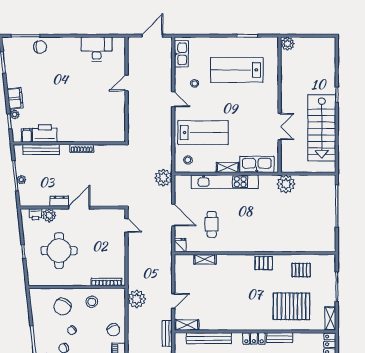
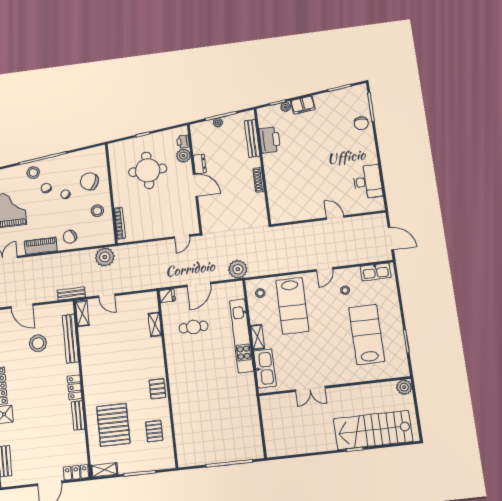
stairs: (322, 128) -> (373, 430), moved
filing cabinet: (27, 135) -> (265, 122), removed
plant: (286, 184) -> (247, 403), removed

